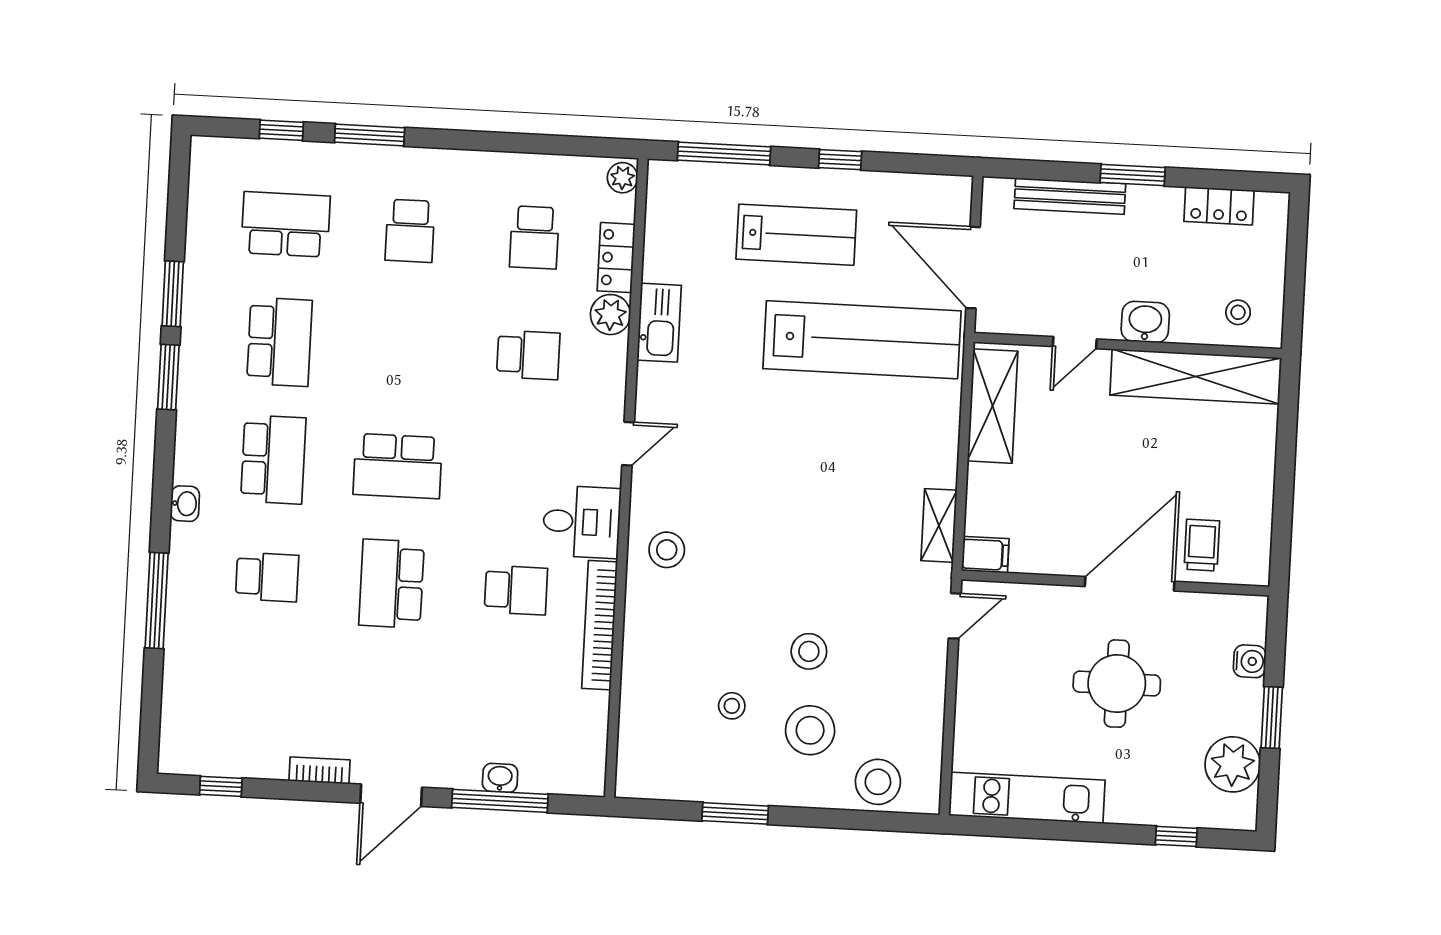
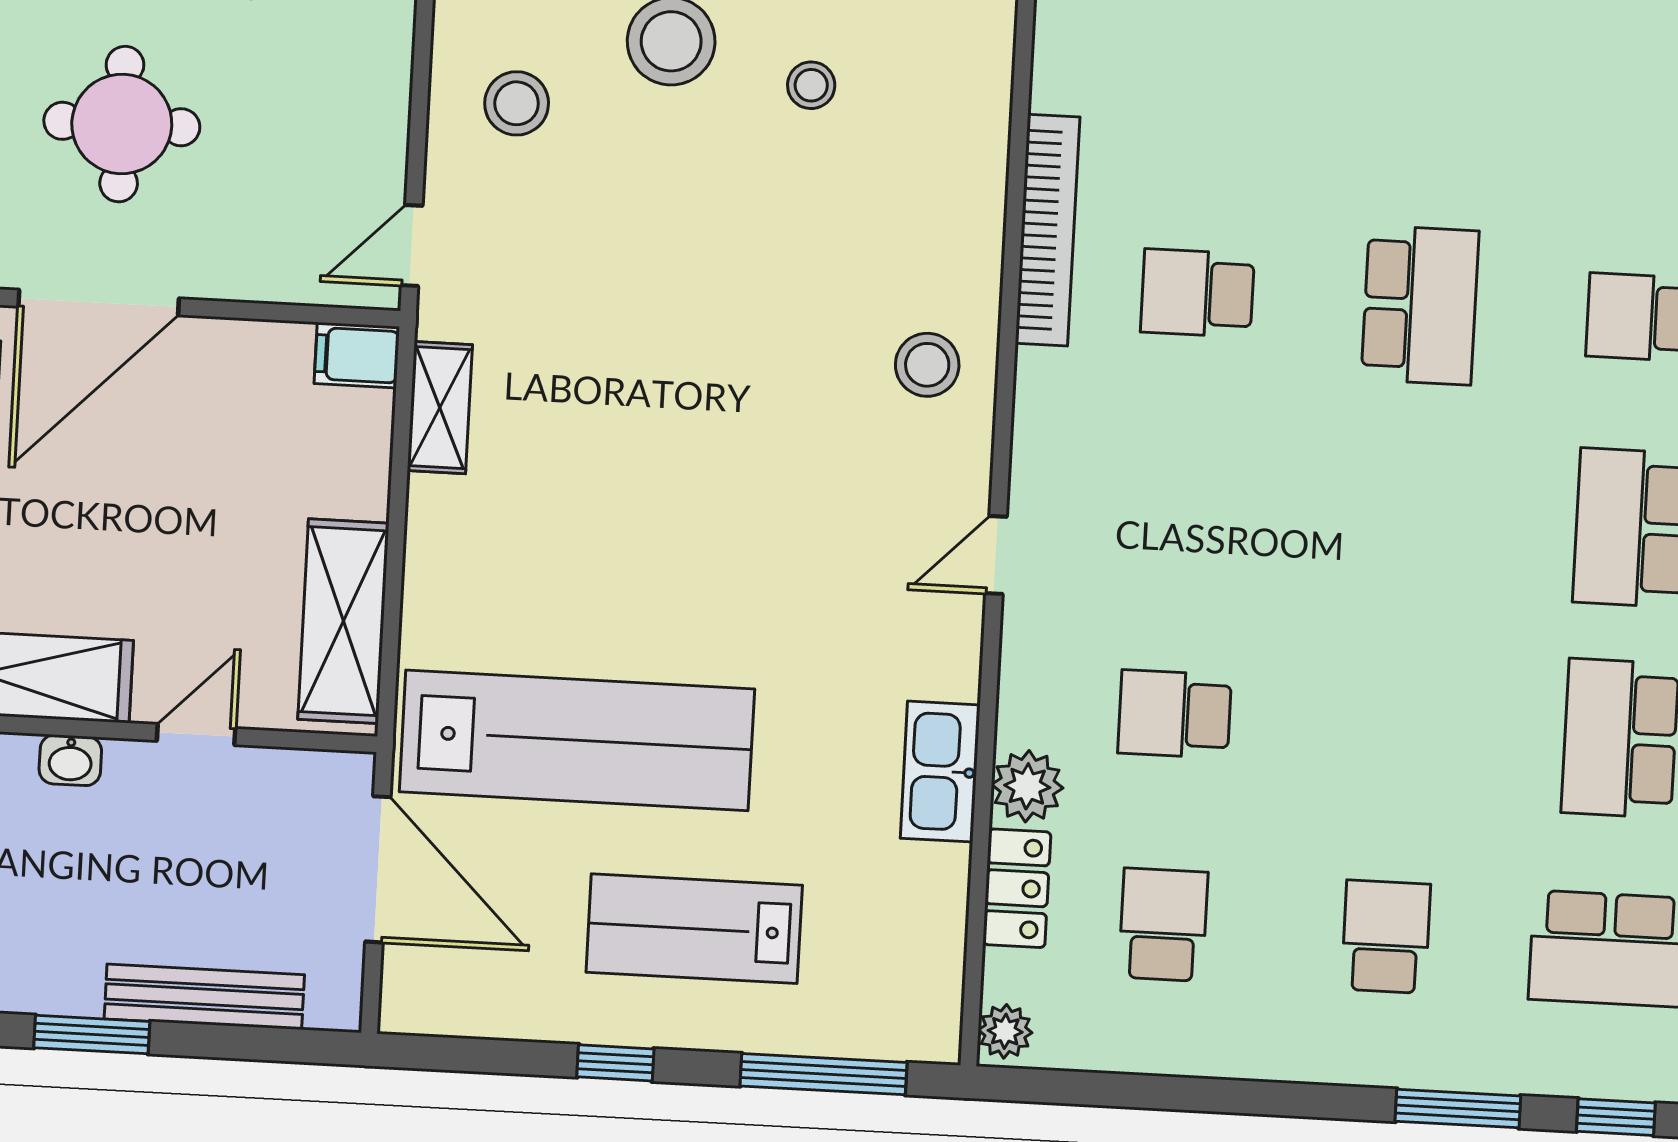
washbasin: (1145, 322) -> (70, 760), width x0.72, depth x0.69
lab bench: (862, 340) -> (577, 740), turned 180
school desk: (398, 466) -> (1409, 516), removed
desk: (582, 522) -> (1080, 415), removed
stool: (809, 651) -> (517, 103), moved

